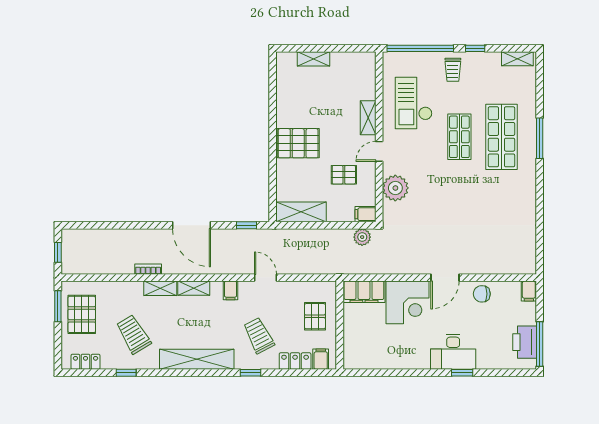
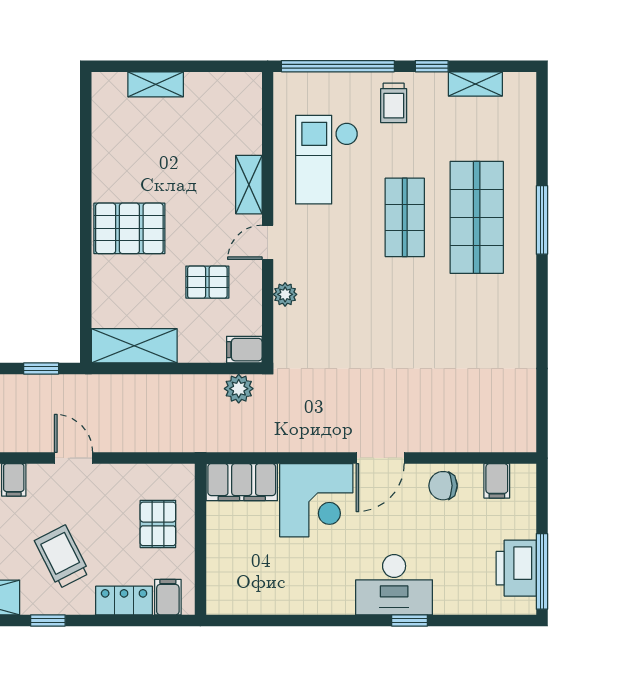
shelving: (517, 59) -> (475, 84), moved
plant: (395, 188) -> (285, 294), width x0.53, depth x0.53
filing cabinet: (529, 291) -> (497, 481), moved

